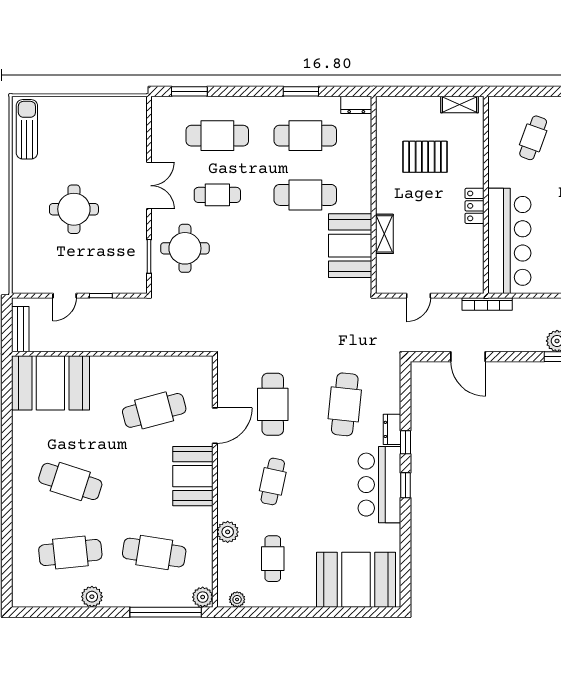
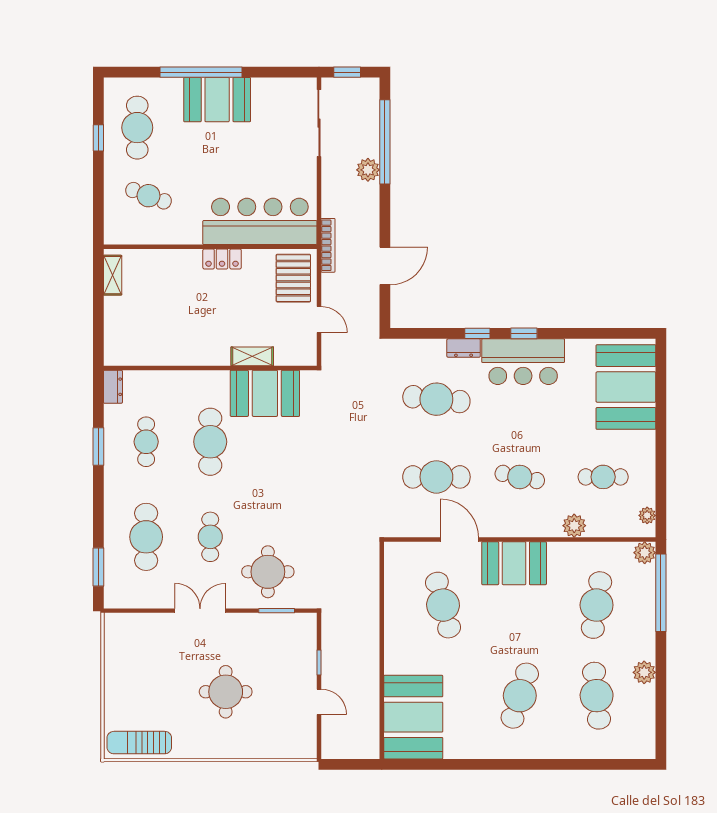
cafe table: (305, 136) -> (146, 442), width x0.73, depth x0.74
pallet: (425, 157) -> (293, 278), moved
bench: (20, 329) -> (355, 750), removed

